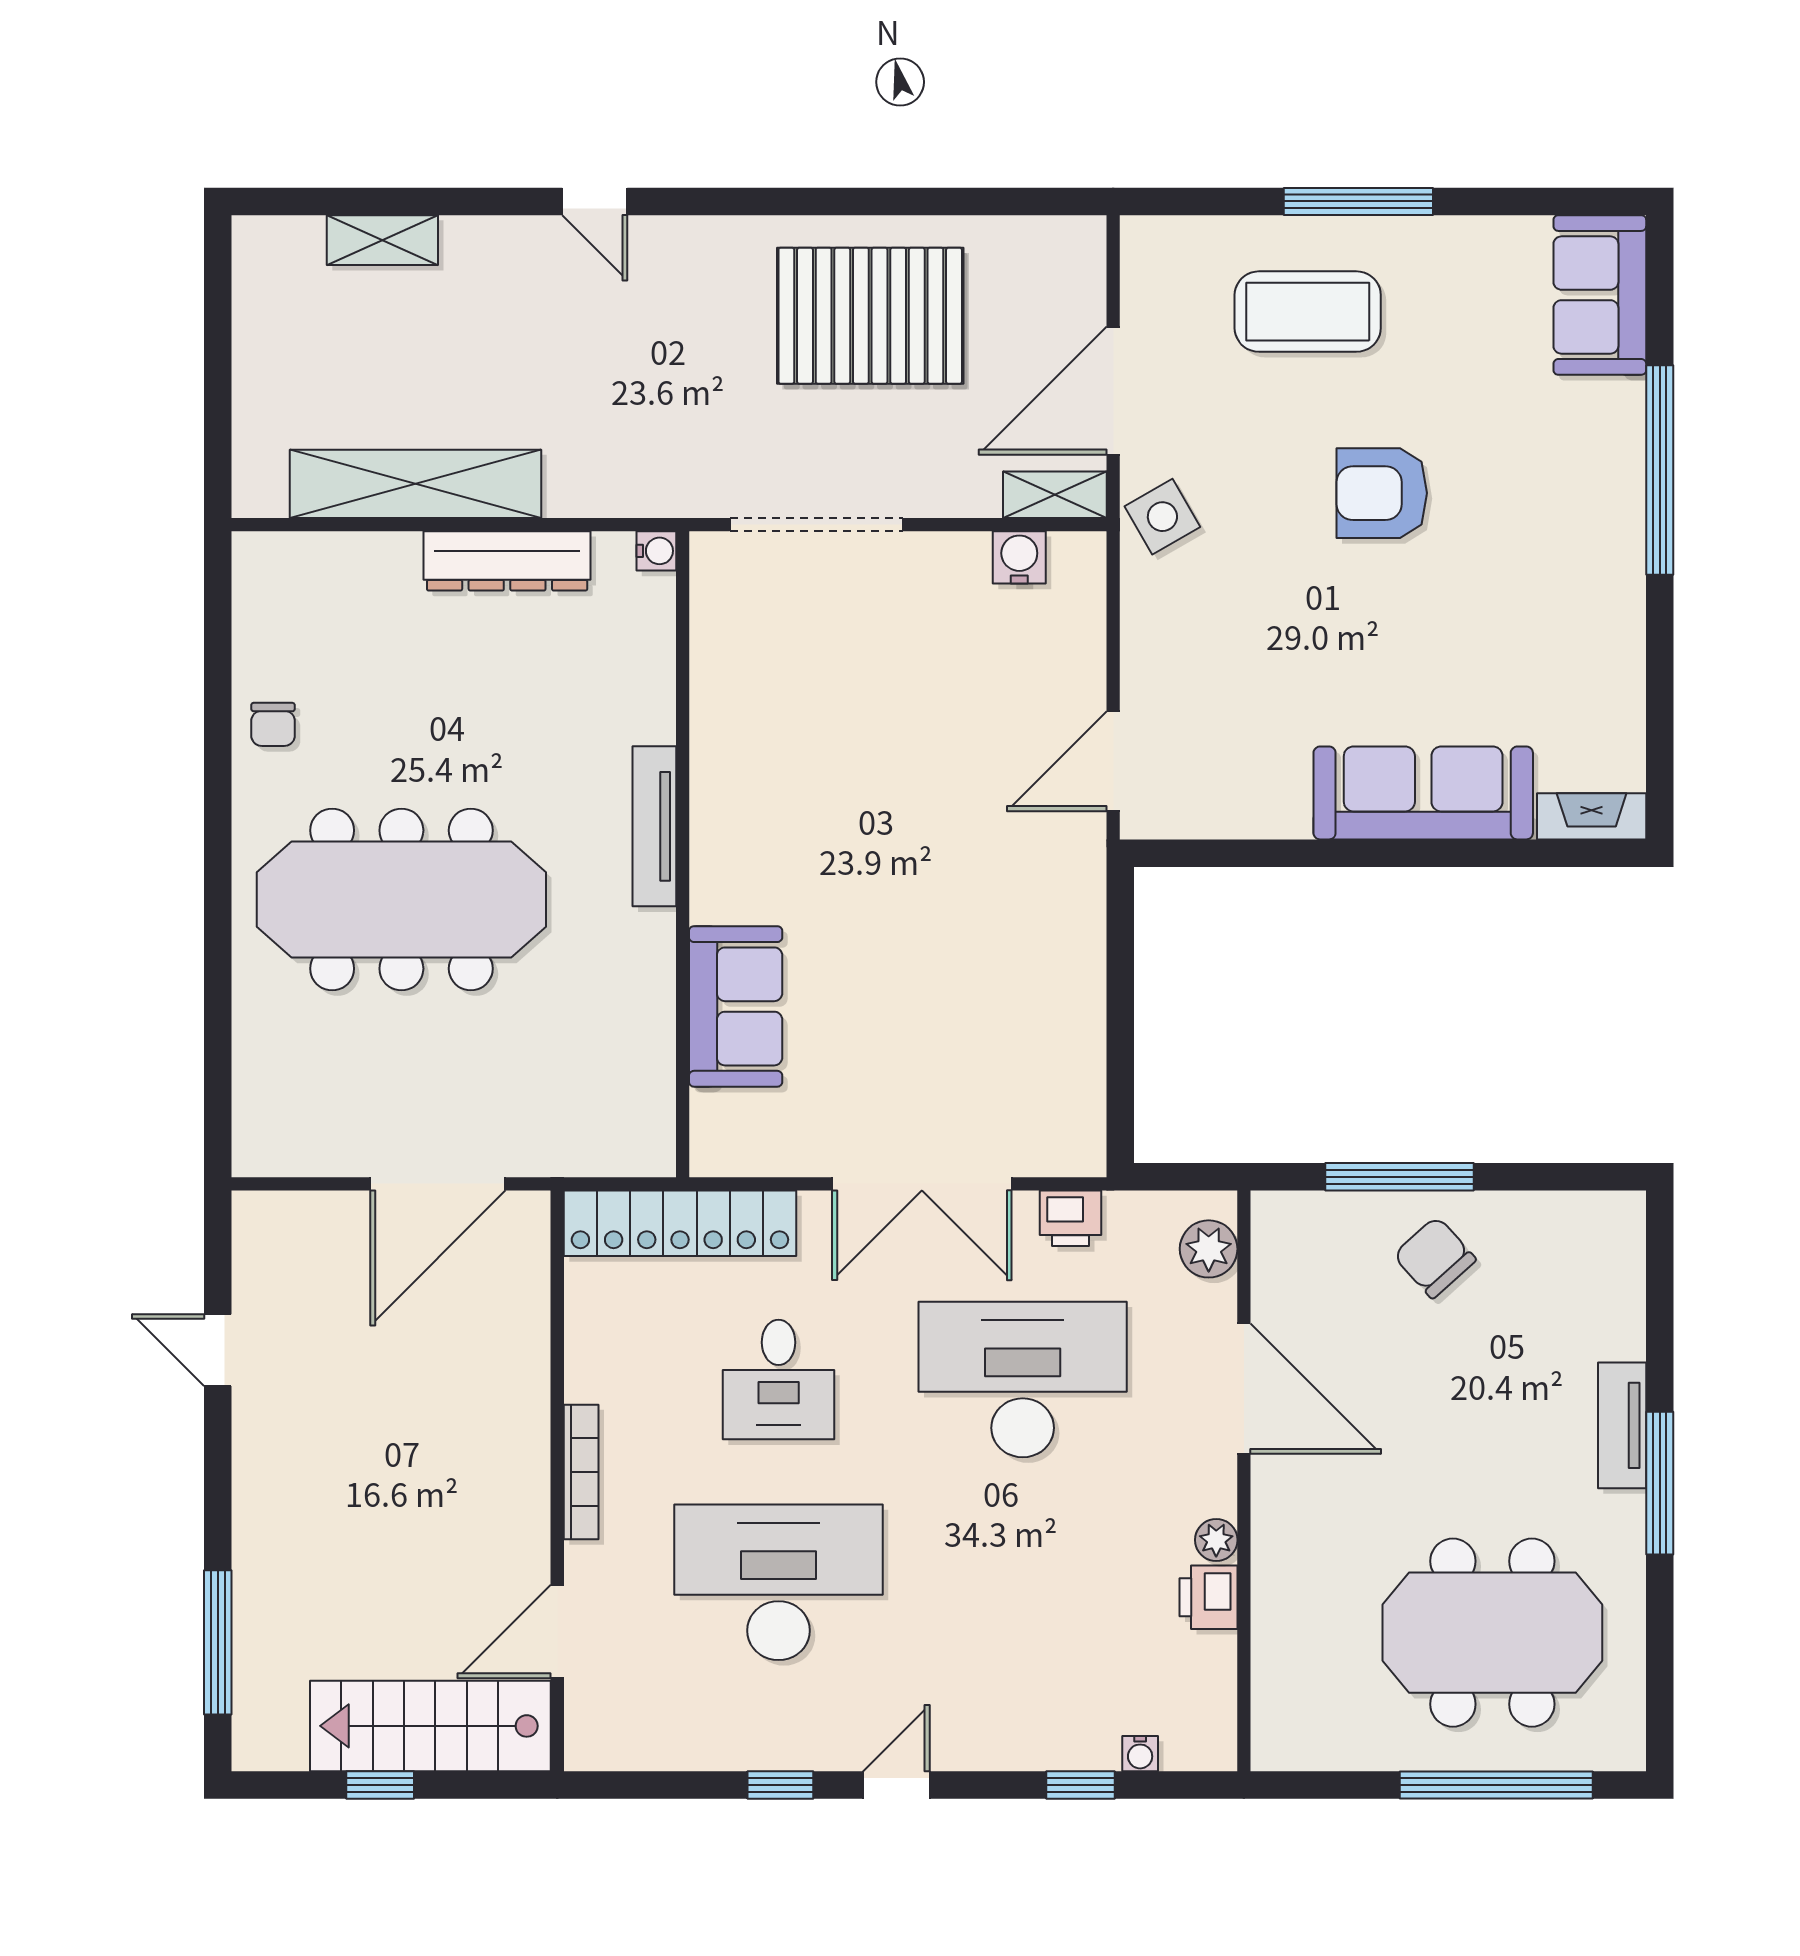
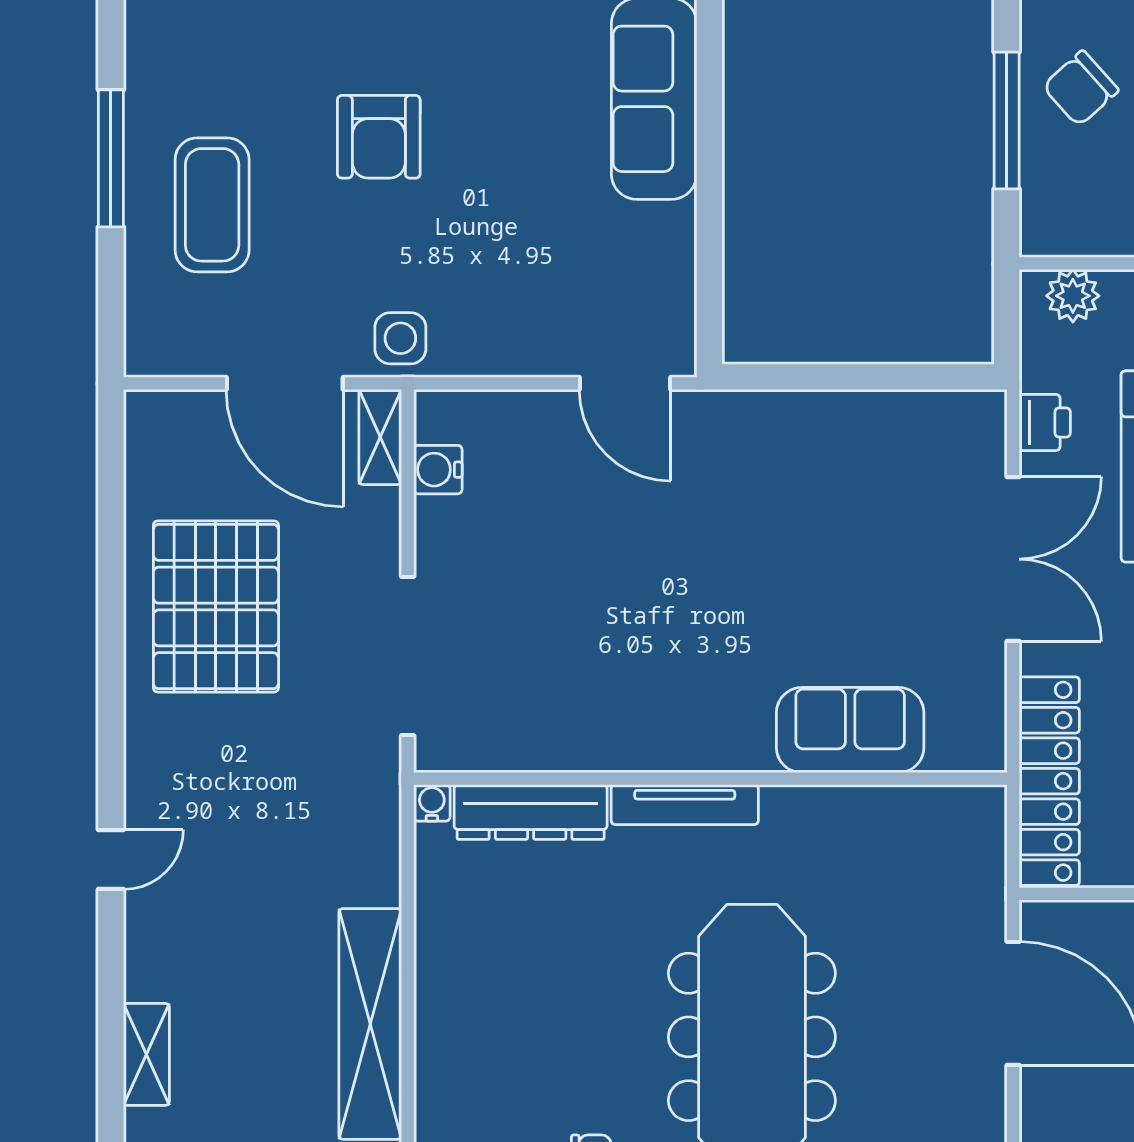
side table: (1162, 517) -> (400, 338), turned 30
dresser: (507, 561) -> (531, 812), moved, turned 90

